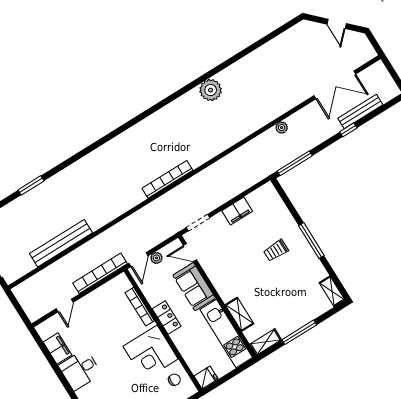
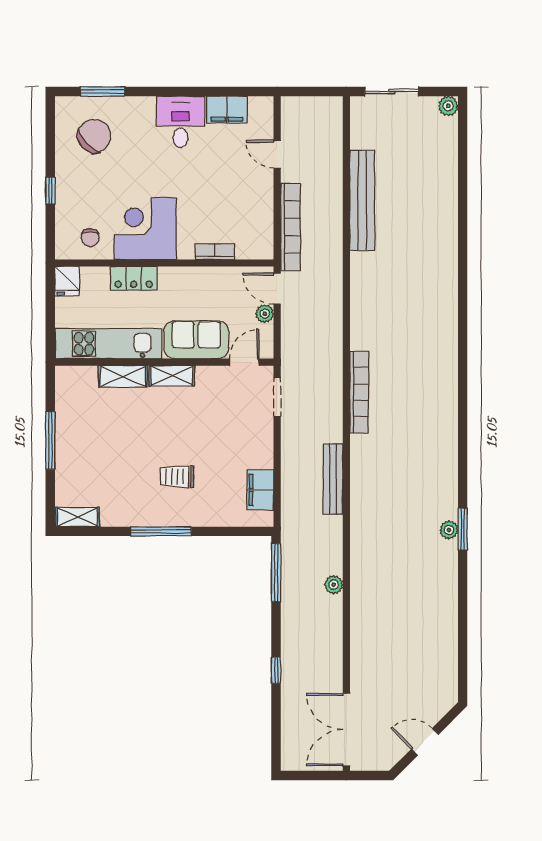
double door: (335, 85) -> (346, 730), moved
plant: (211, 90) -> (449, 530), width x0.53, depth x0.53
bench: (360, 111) -> (333, 479), moved
window: (31, 185) -> (463, 529), moved
filing cabinet: (237, 211) -> (260, 490), moved
trolley: (276, 250) -> (177, 477), turned -90
bookcase: (140, 307) -> (214, 252), width x0.64
locker: (167, 318) -> (134, 278), moved
shelving: (266, 342) -> (172, 376), moved, turned 90

